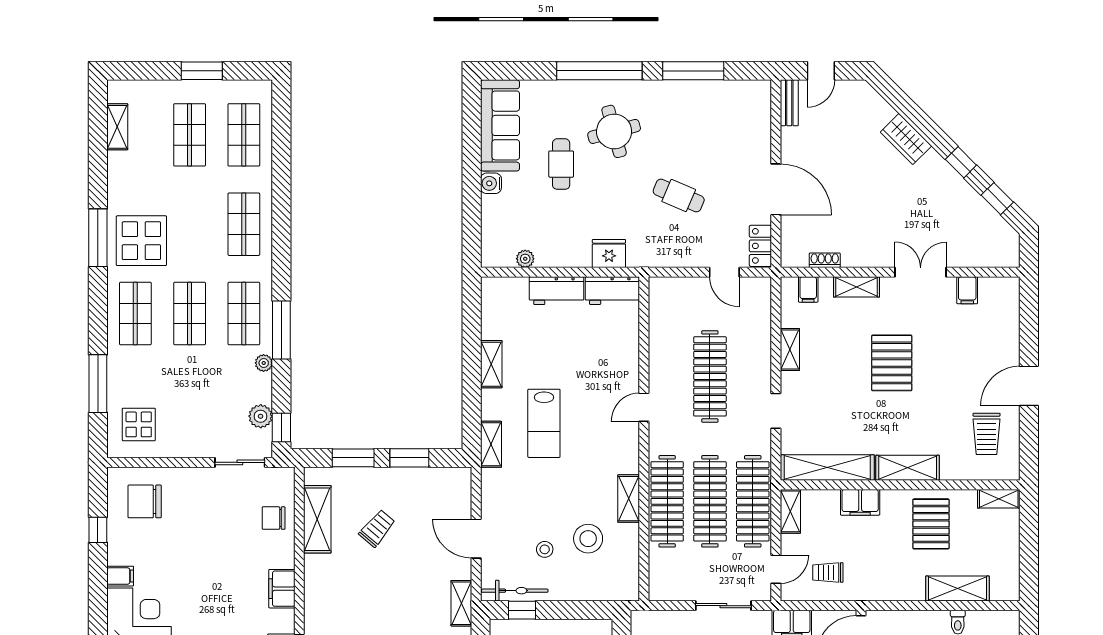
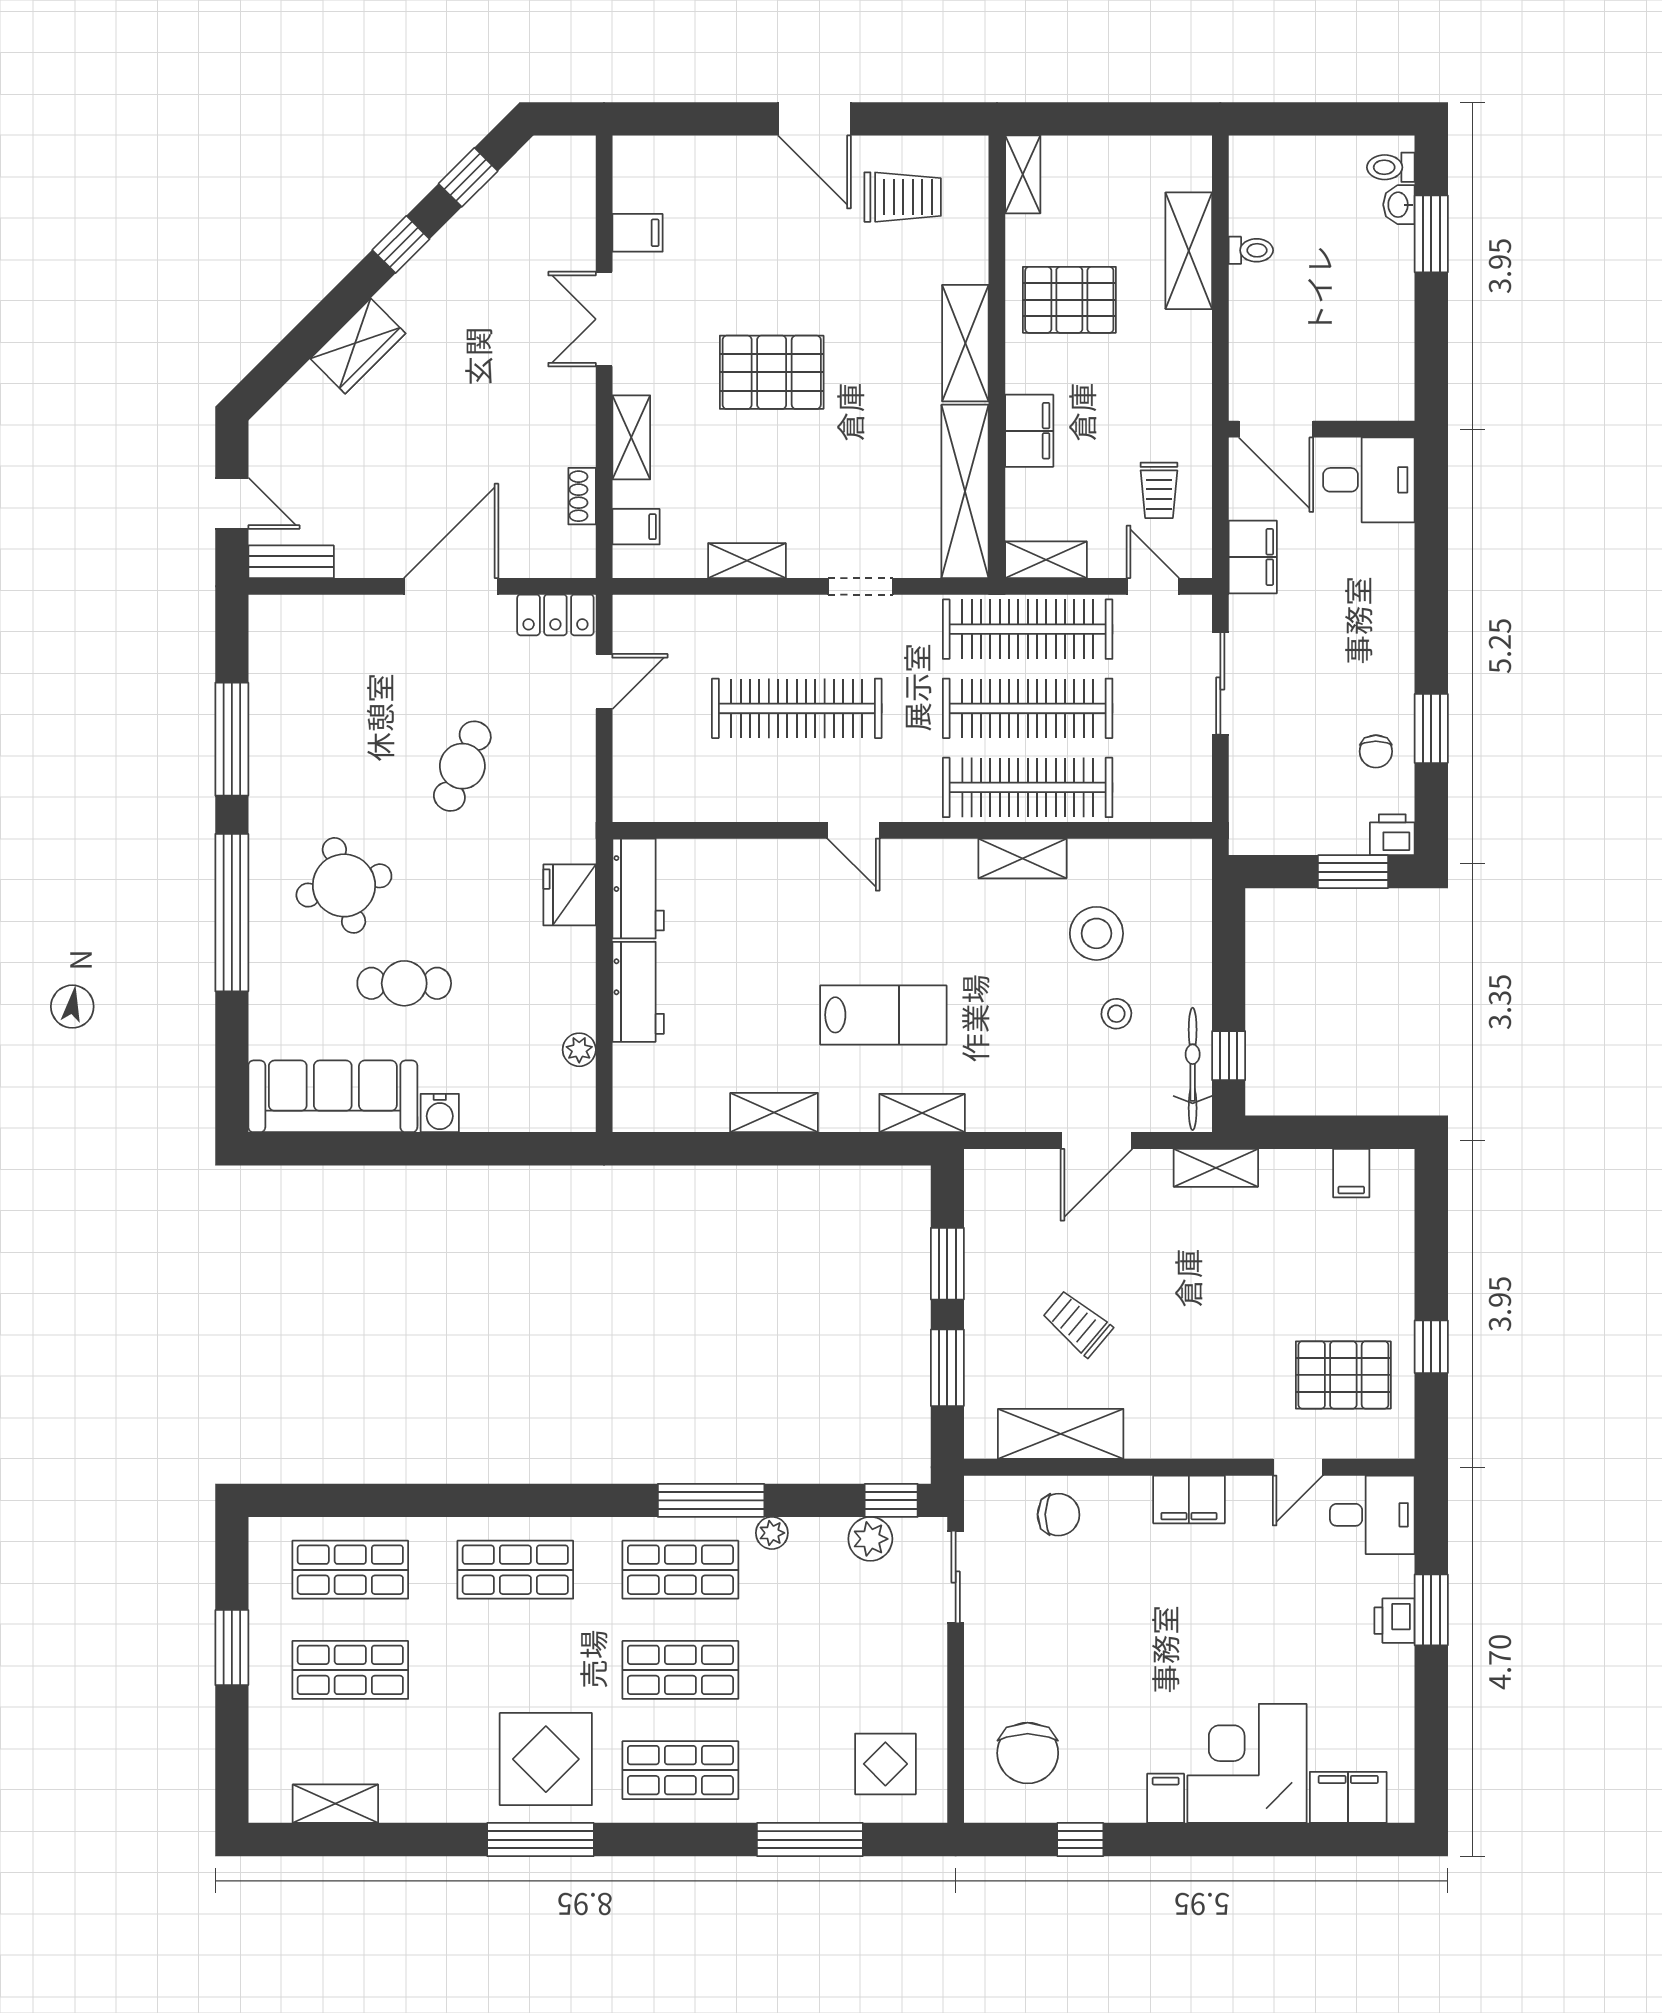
chair: (274, 518) -> (1058, 1515), turned -89

